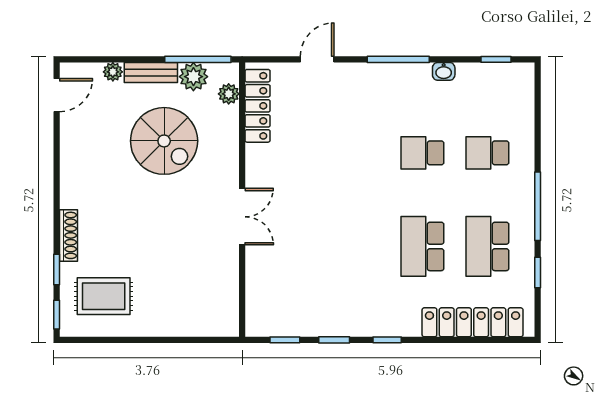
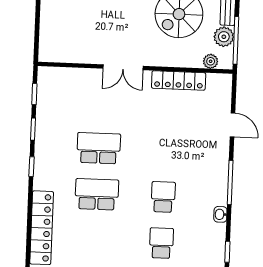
locker: (258, 106) -> (179, 80), moved
school desk: (487, 246) -> (99, 148), moved

